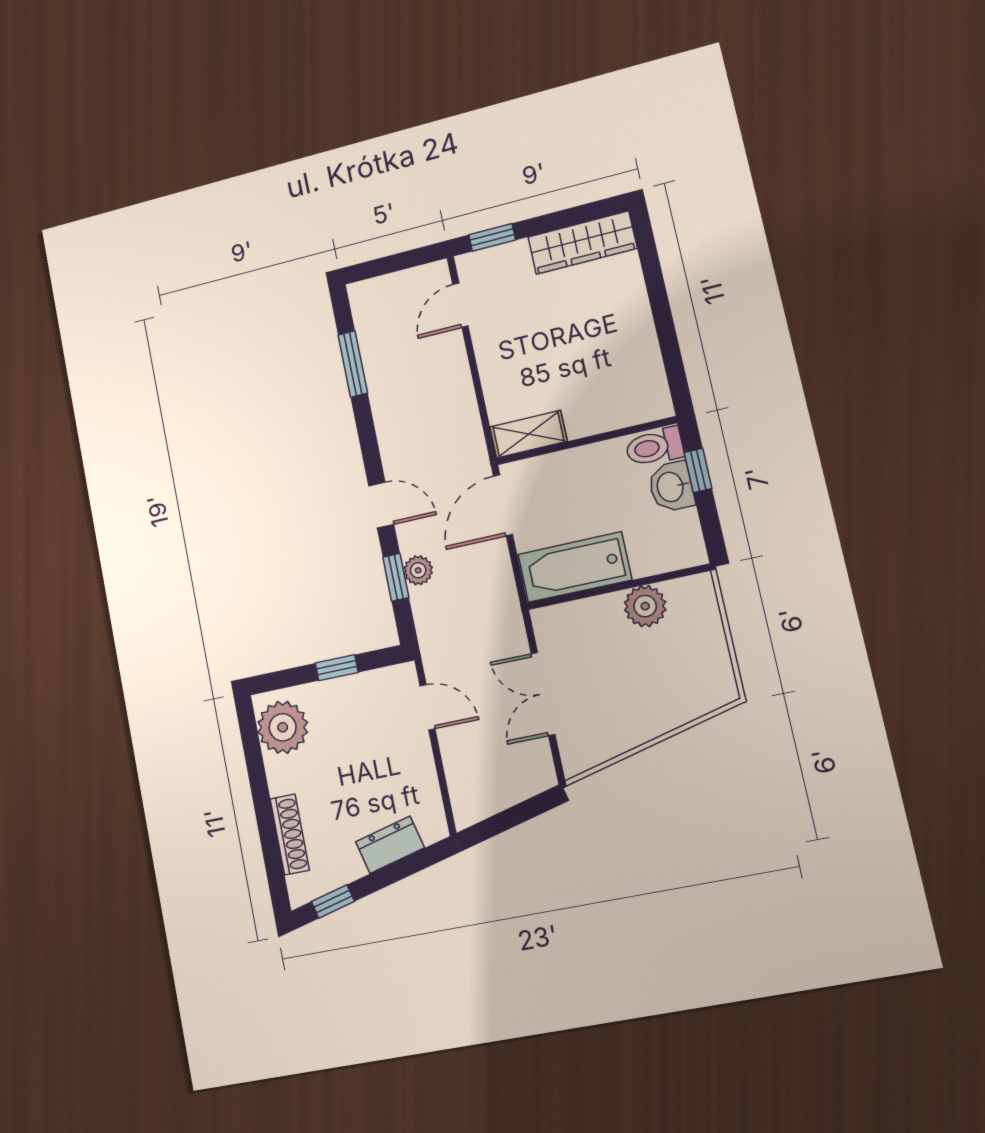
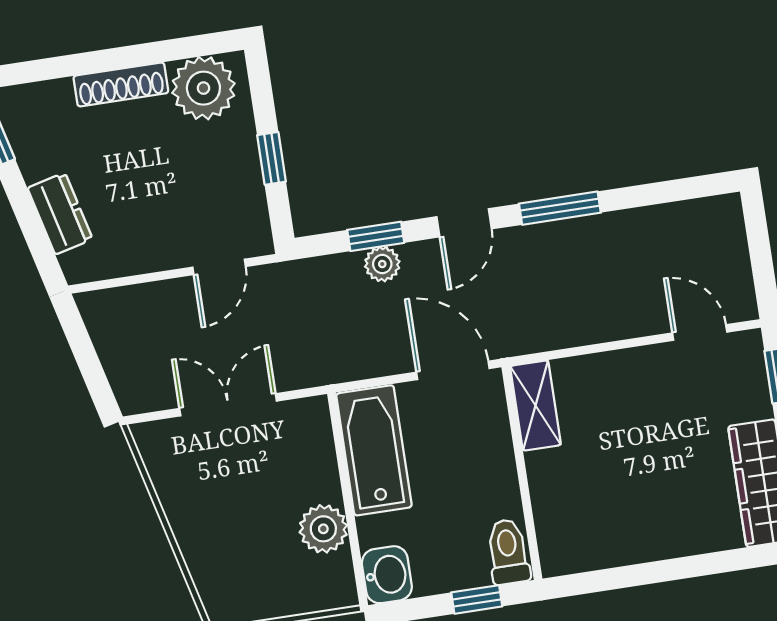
window: (353, 364) -> (560, 208), moved
washbasin: (671, 487) -> (387, 575), moved, turned 90
shoe rack: (290, 834) -> (121, 84), moved

